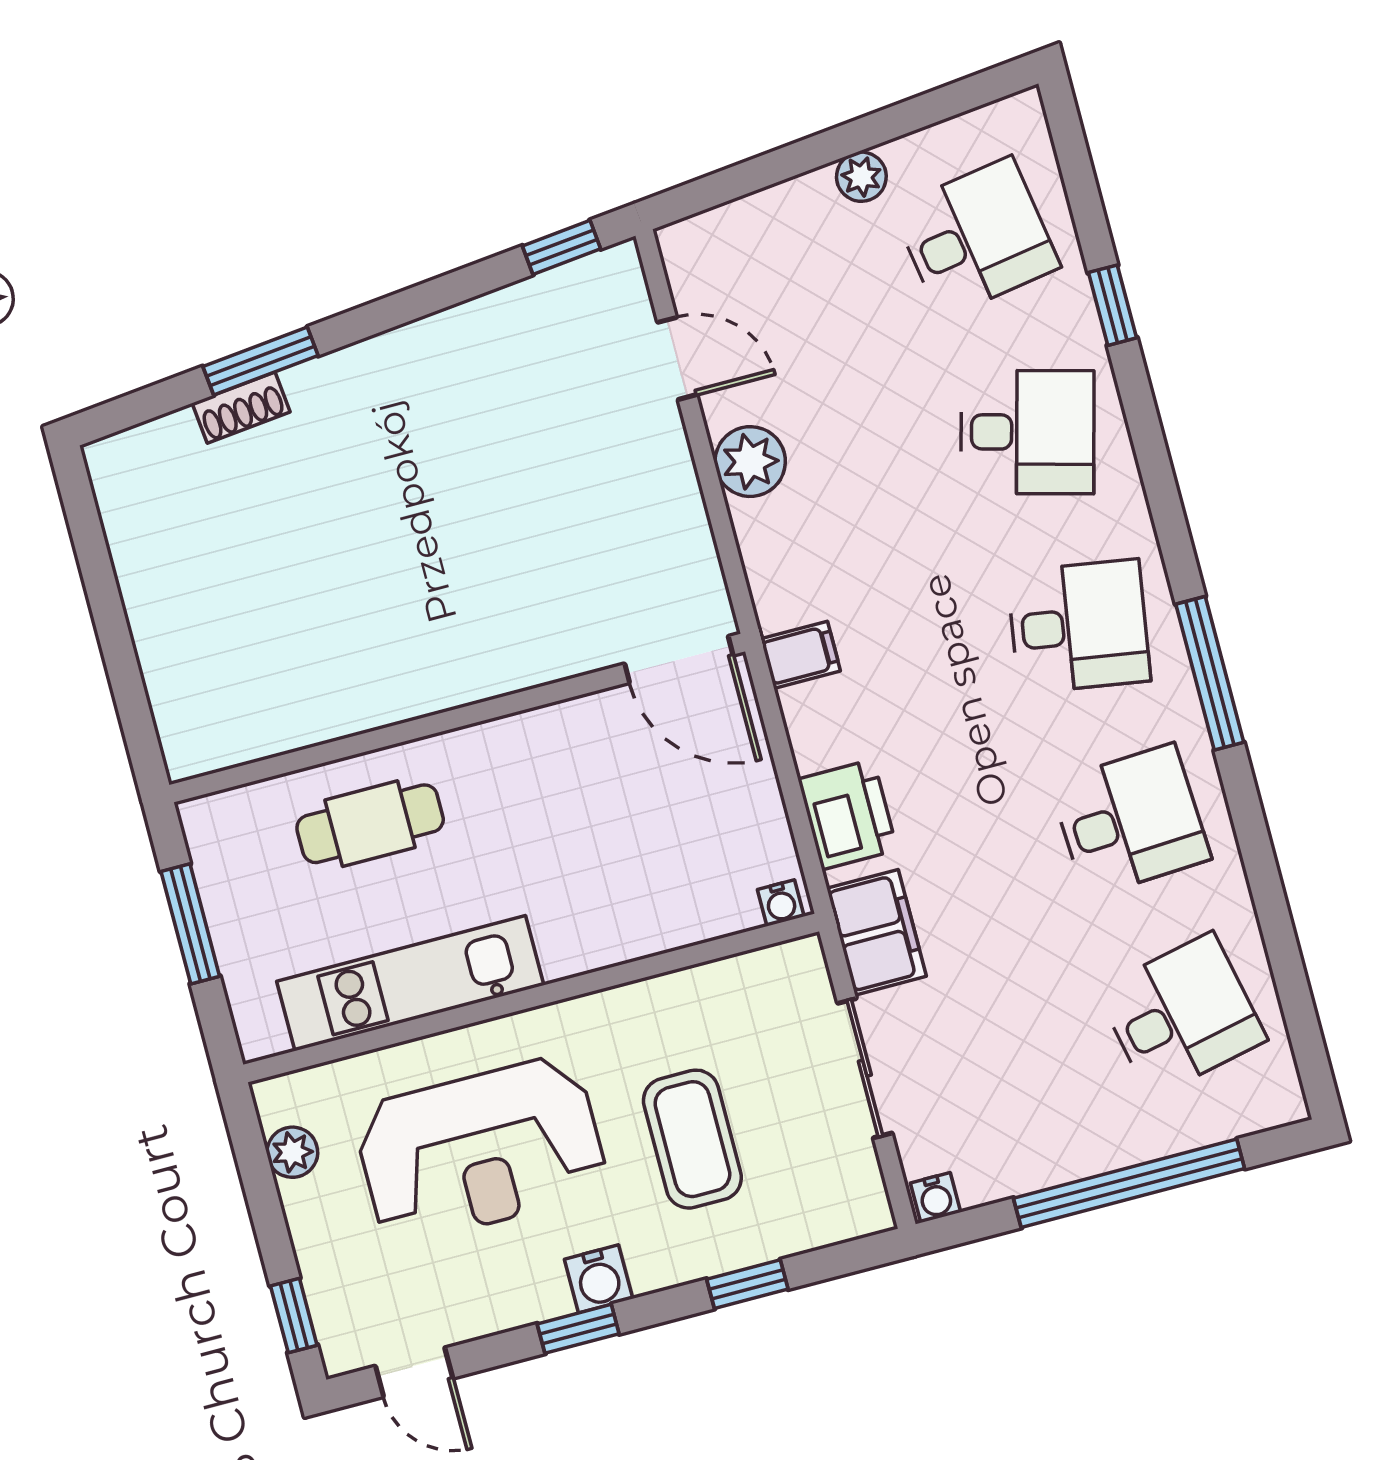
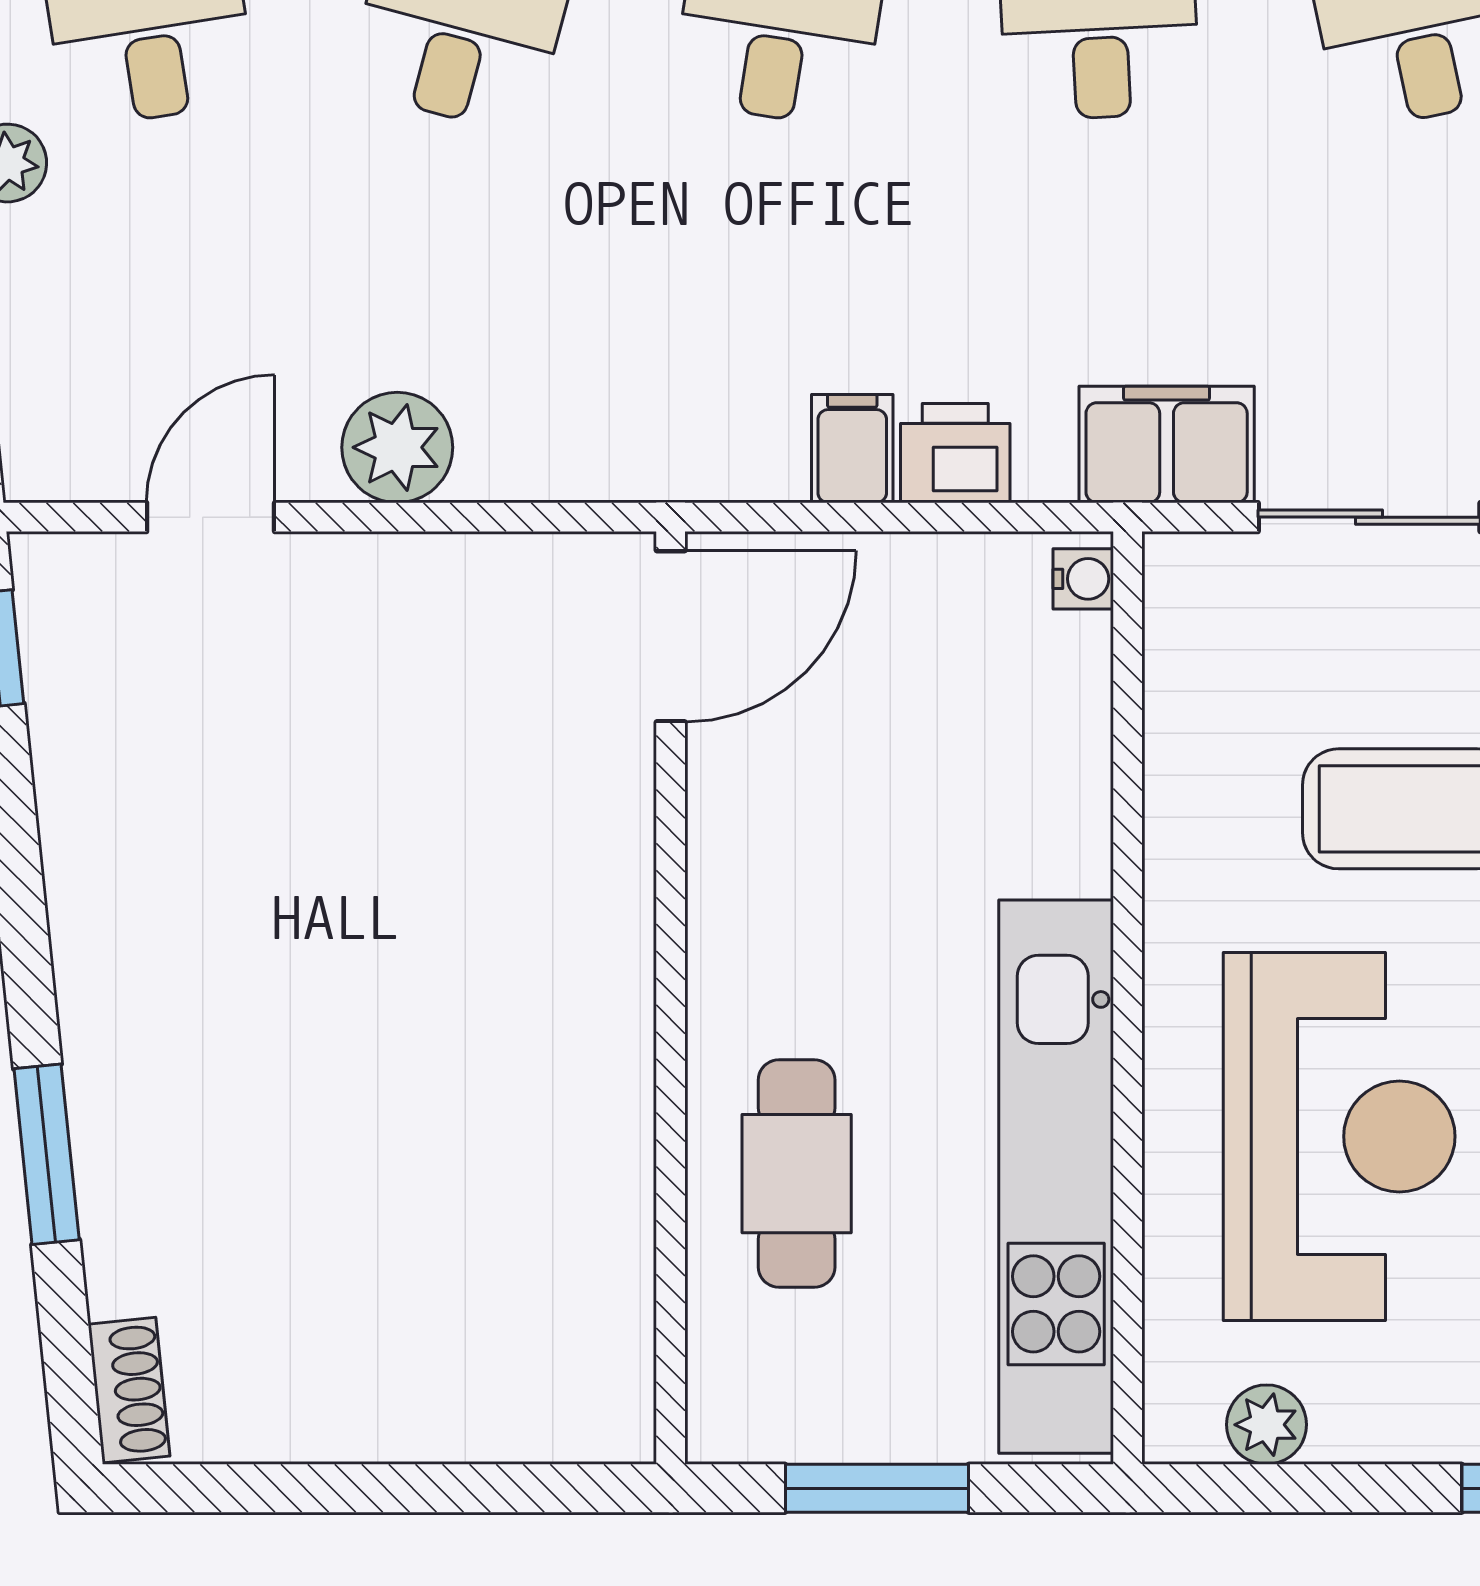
shoe rack: (241, 408) -> (129, 1390), moved
filing cabinet: (801, 655) -> (852, 449), moved
printer: (848, 815) -> (955, 453), width x0.73, depth x0.81
kitchen unit: (410, 983) -> (1056, 1177), width x1.36

